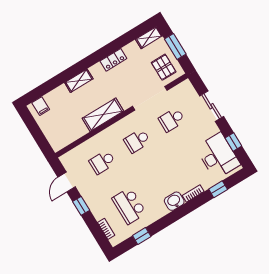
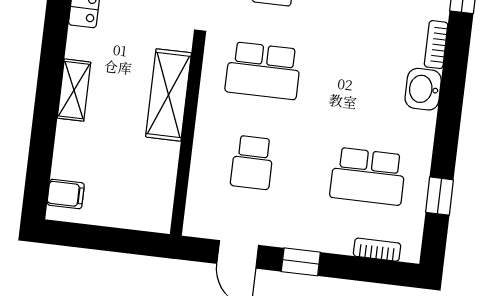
school desk: (137, 141) -> (263, 71), width x1.85

